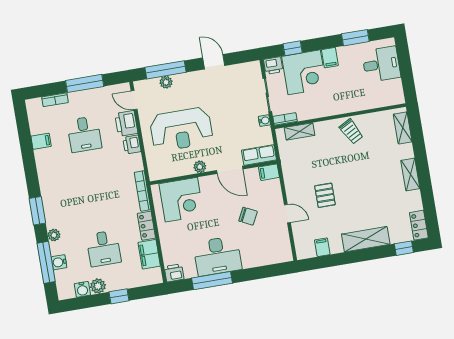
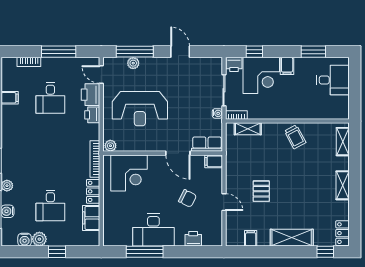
plant: (200, 167) -> (110, 146), moved
printer: (174, 273) -> (193, 239), moved

